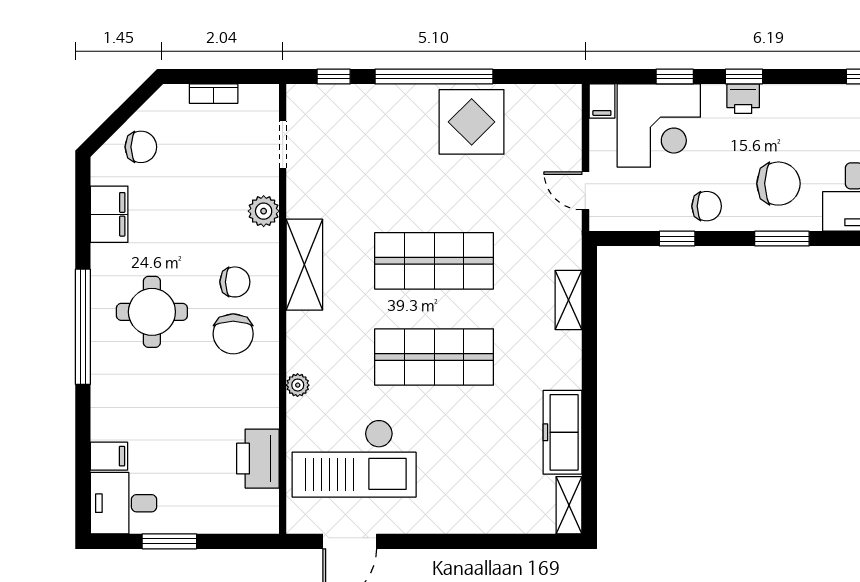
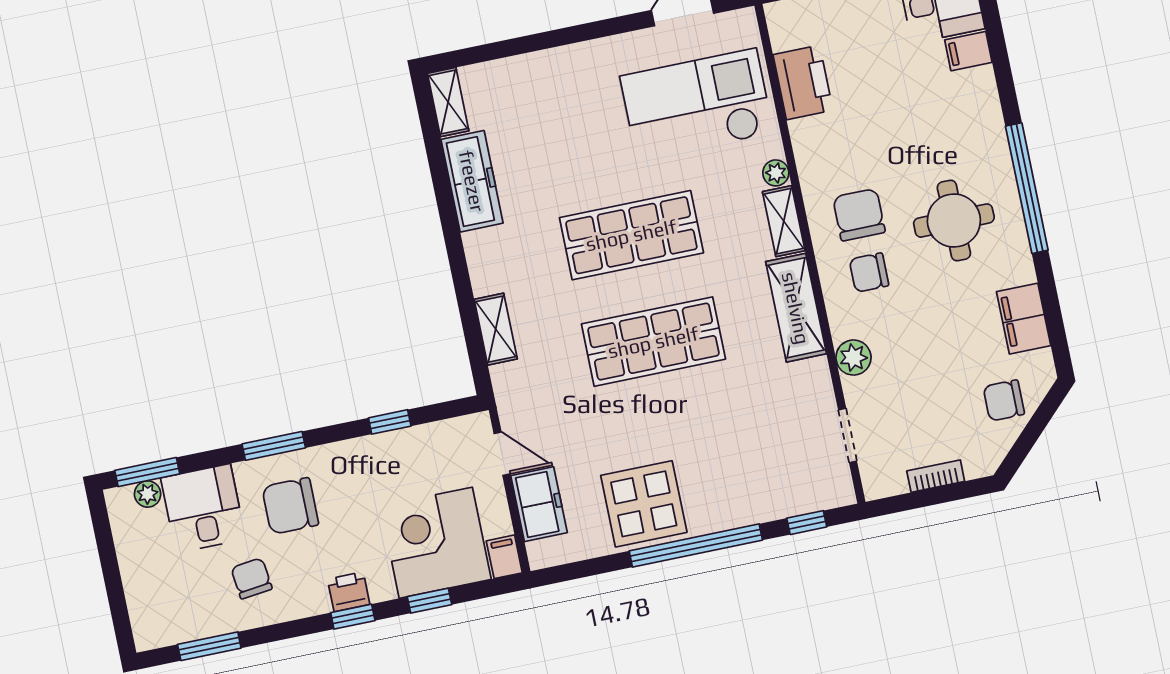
freezer: (562, 140) -> (539, 504), added
chair: (707, 206) -> (252, 578), moved, turned 83
shelving: (299, 342) -> (784, 221), added

